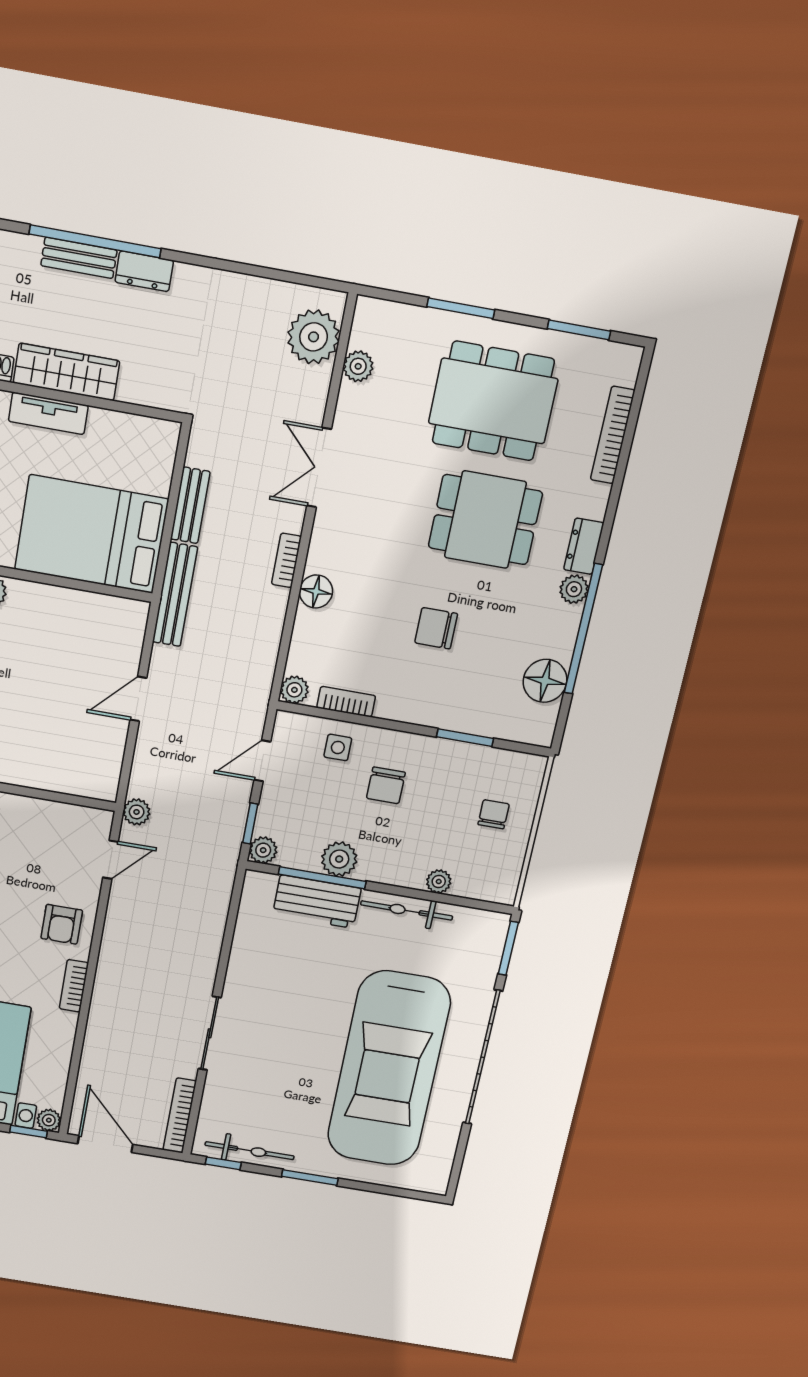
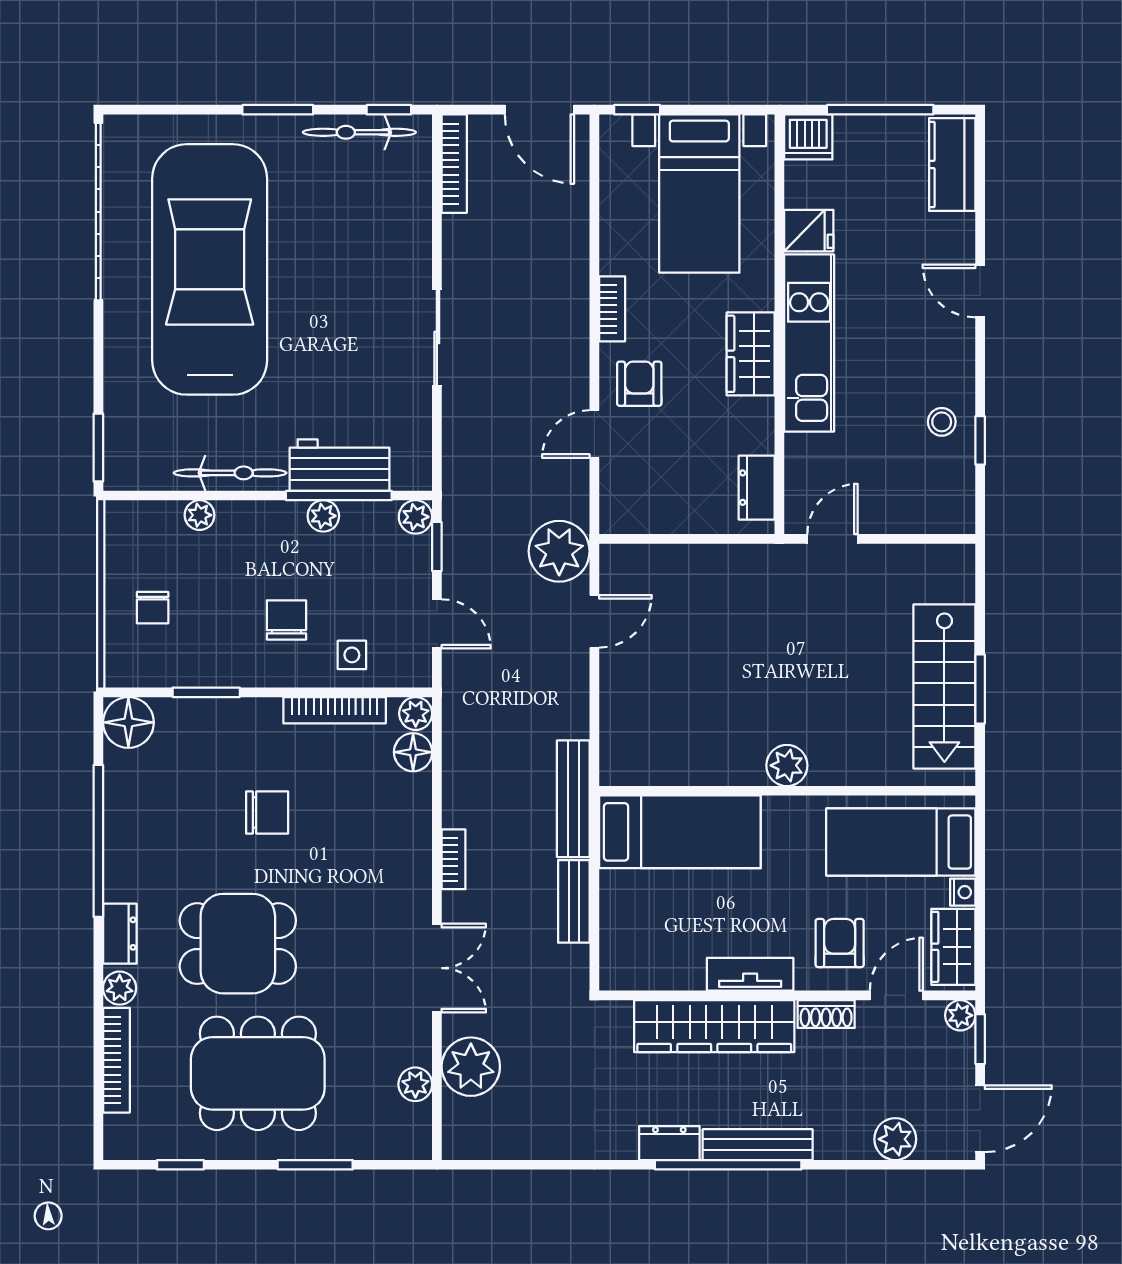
bench: (79, 258) -> (758, 1145), width x1.36
window: (579, 330) -> (180, 1165), width x0.67
plant: (314, 337) -> (471, 1067), moved
wardrobe: (66, 372) -> (714, 1026), width x1.40, depth x1.17
bed: (92, 534) -> (680, 832), width x0.67
plant: (574, 589) -> (120, 988), moved
floor lamp: (316, 591) -> (413, 752), moved
floor lamp: (545, 681) -> (128, 722), moved
door: (138, 699) -> (594, 621), moved
bookcase: (346, 702) -> (335, 710), width x1.56
door: (262, 761) -> (437, 624), hinge flipped
plant: (137, 812) -> (559, 551), width x1.87, depth x1.87
plant: (339, 859) -> (323, 516), width x0.73, depth x0.73
door: (110, 860) -> (594, 434), moved
sliding door: (210, 1033) -> (437, 337), moved
garage door: (483, 1057) -> (98, 212), moved
plant: (49, 1120) -> (614, 129), removed

